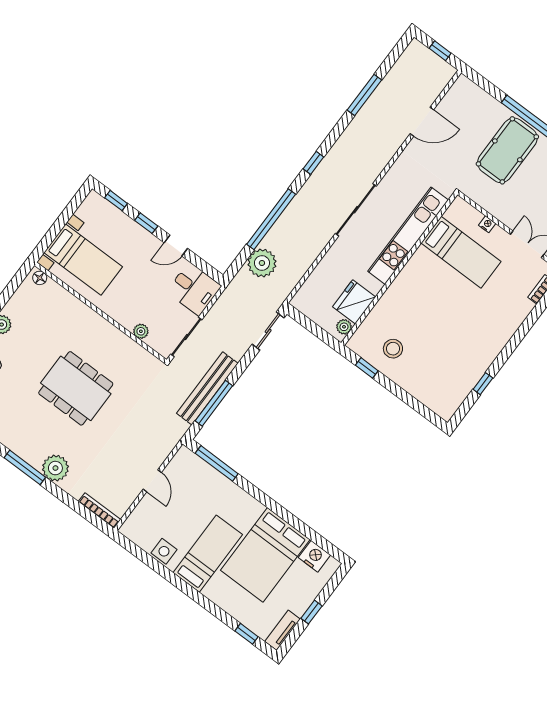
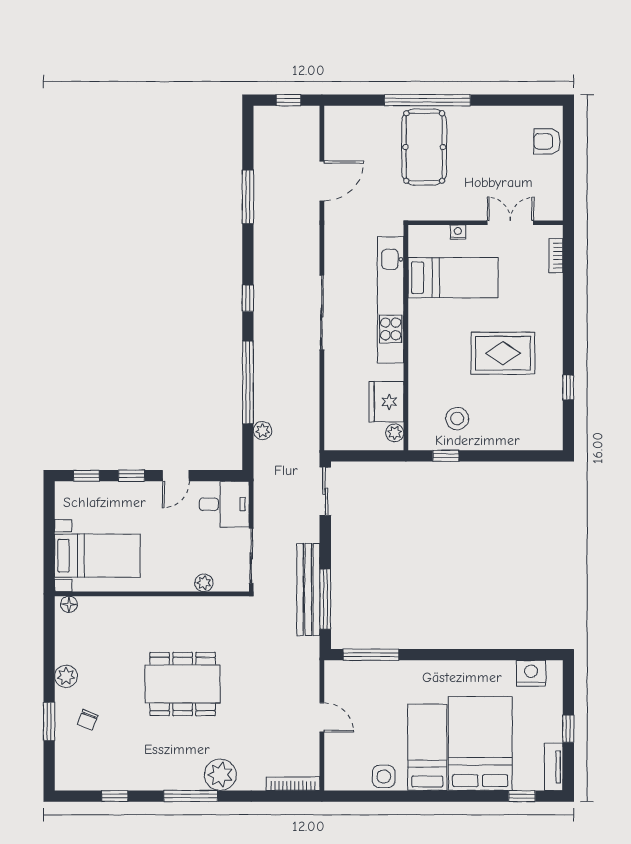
plant: (262, 263) -> (263, 431), width x0.53, depth x0.53
rug: (456, 328) -> (503, 353), added
bed: (265, 555) -> (480, 744), moved, turned 180

